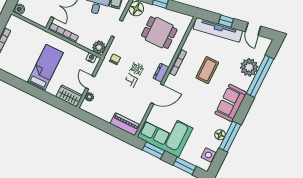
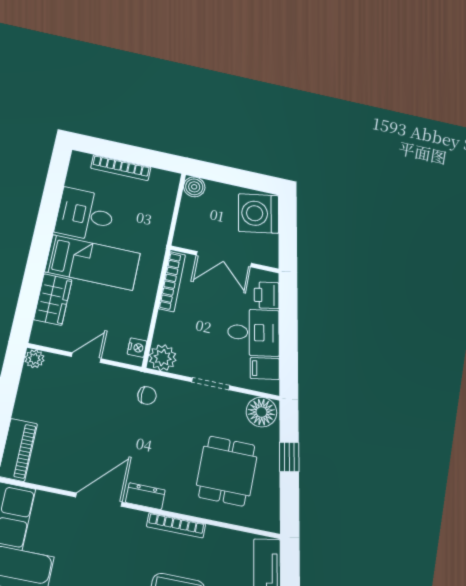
desk: (21, 65) -> (85, 215), added
door: (157, 94) -> (99, 500), swing flipped
wardrobe: (69, 96) -> (53, 300), moved
plant: (89, 97) -> (35, 359), moved

